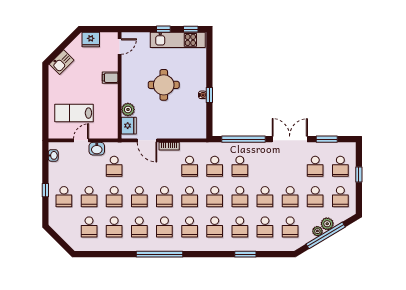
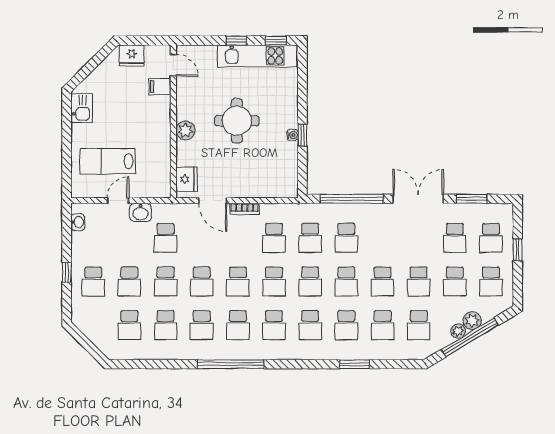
door: (120, 46) -> (173, 65), hinge flipped
kitchen sink: (62, 62) -> (82, 108), moved, turned -45
filing cabinet: (110, 78) -> (160, 87), moved
plant: (128, 109) -> (185, 130), moved

